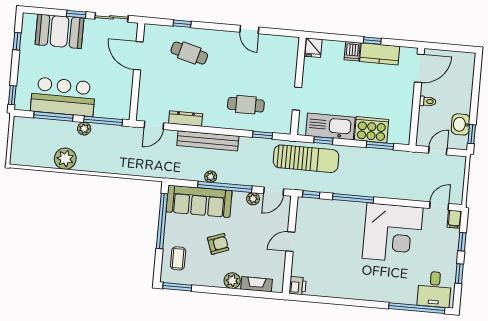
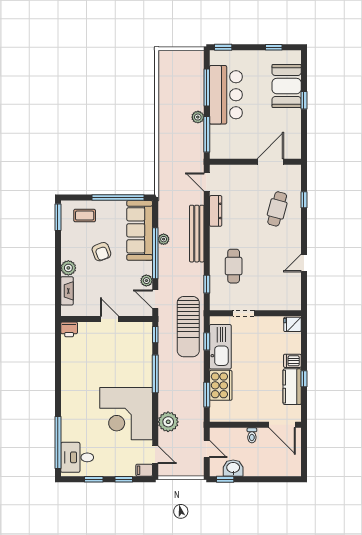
sliding door: (111, 17) -> (304, 133), removed
plant: (65, 159) -> (168, 422), moved

